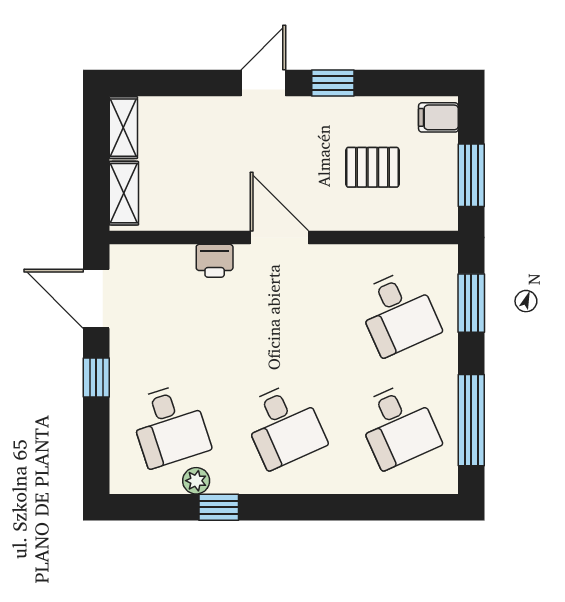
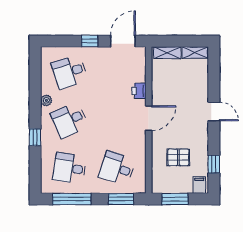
window: (333, 83) -> (214, 164), moved
pallet: (372, 167) -> (178, 157), turned 90
desk: (398, 313) -> (117, 168), turned 42
desk: (398, 425) -> (70, 168), turned 33
plant: (196, 481) -> (46, 100), moved
window: (219, 507) -> (35, 137), moved

